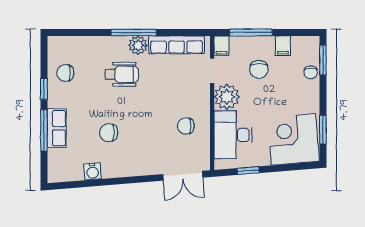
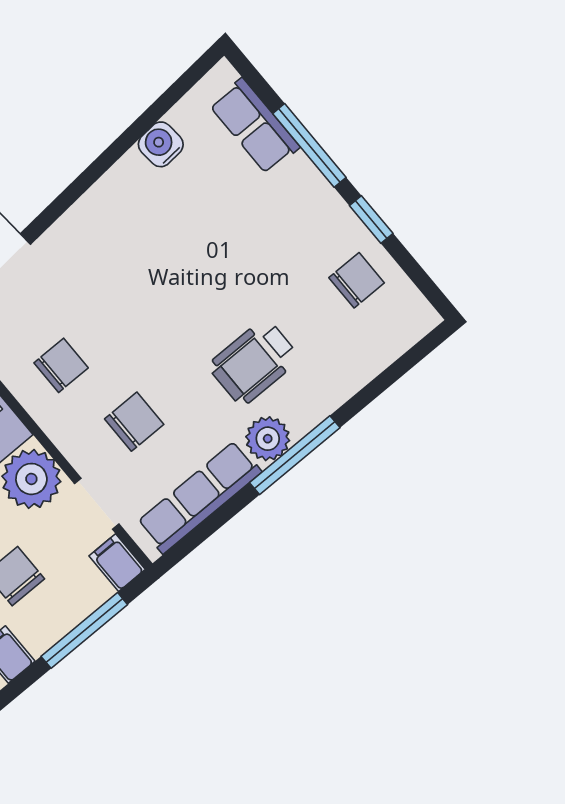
row of seats: (57, 128) -> (255, 126), moved
chair: (109, 133) -> (134, 422), moved

